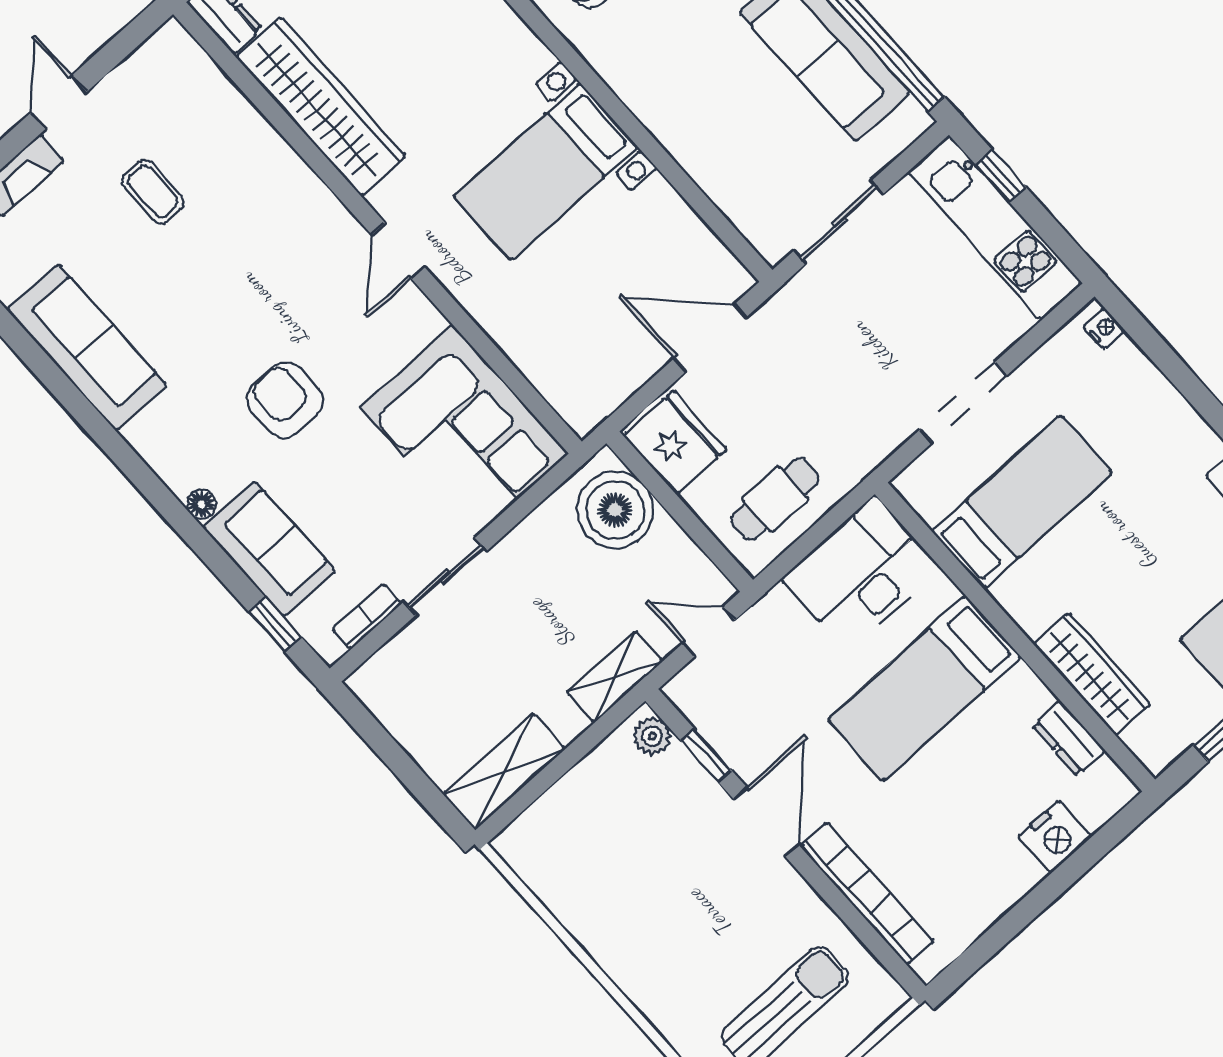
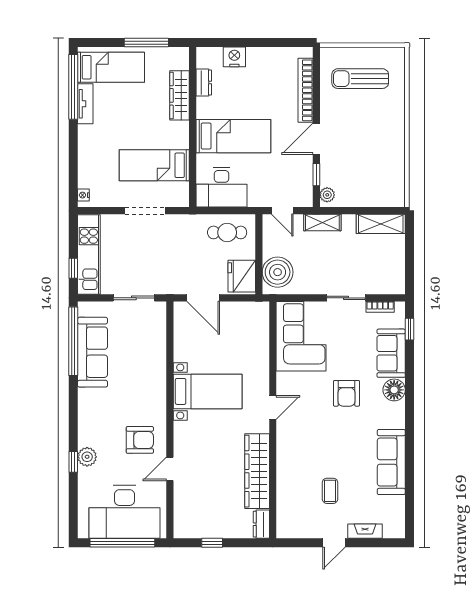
floor lamp: (201, 504) -> (394, 390), width x1.89, depth x1.89

